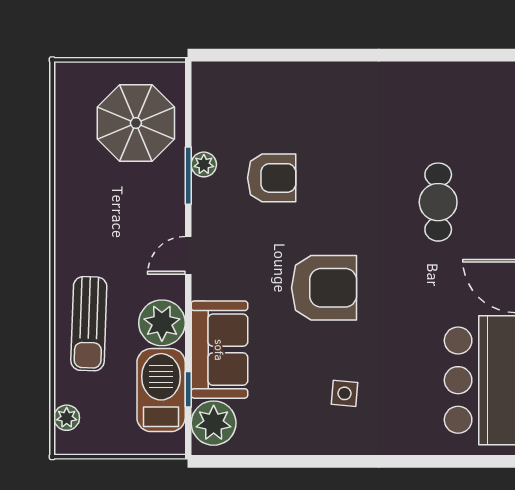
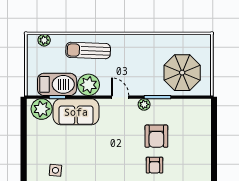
plant: (204, 164) -> (144, 104), moved
armchair: (324, 288) -> (155, 165), moved, width x0.53, depth x0.53

